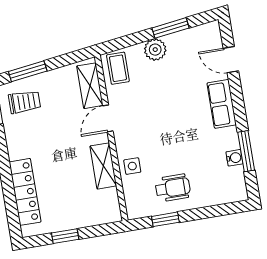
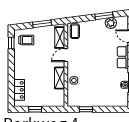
plant: (155, 50) -> (111, 23), moved
window: (28, 71) -> (42, 24), moved
wheelchair: (173, 188) -> (92, 94), removed
locker: (25, 192) -> (19, 90), width x0.66

